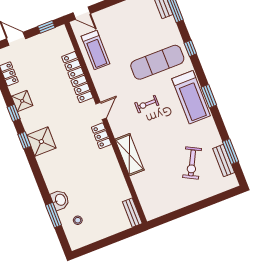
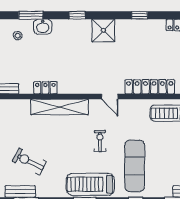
shower: (22, 101) -> (148, 27), removed
locker: (101, 136) -> (45, 88), moved
window: (24, 140) -> (77, 15), moved
shelving: (130, 155) -> (60, 107), width x1.47

